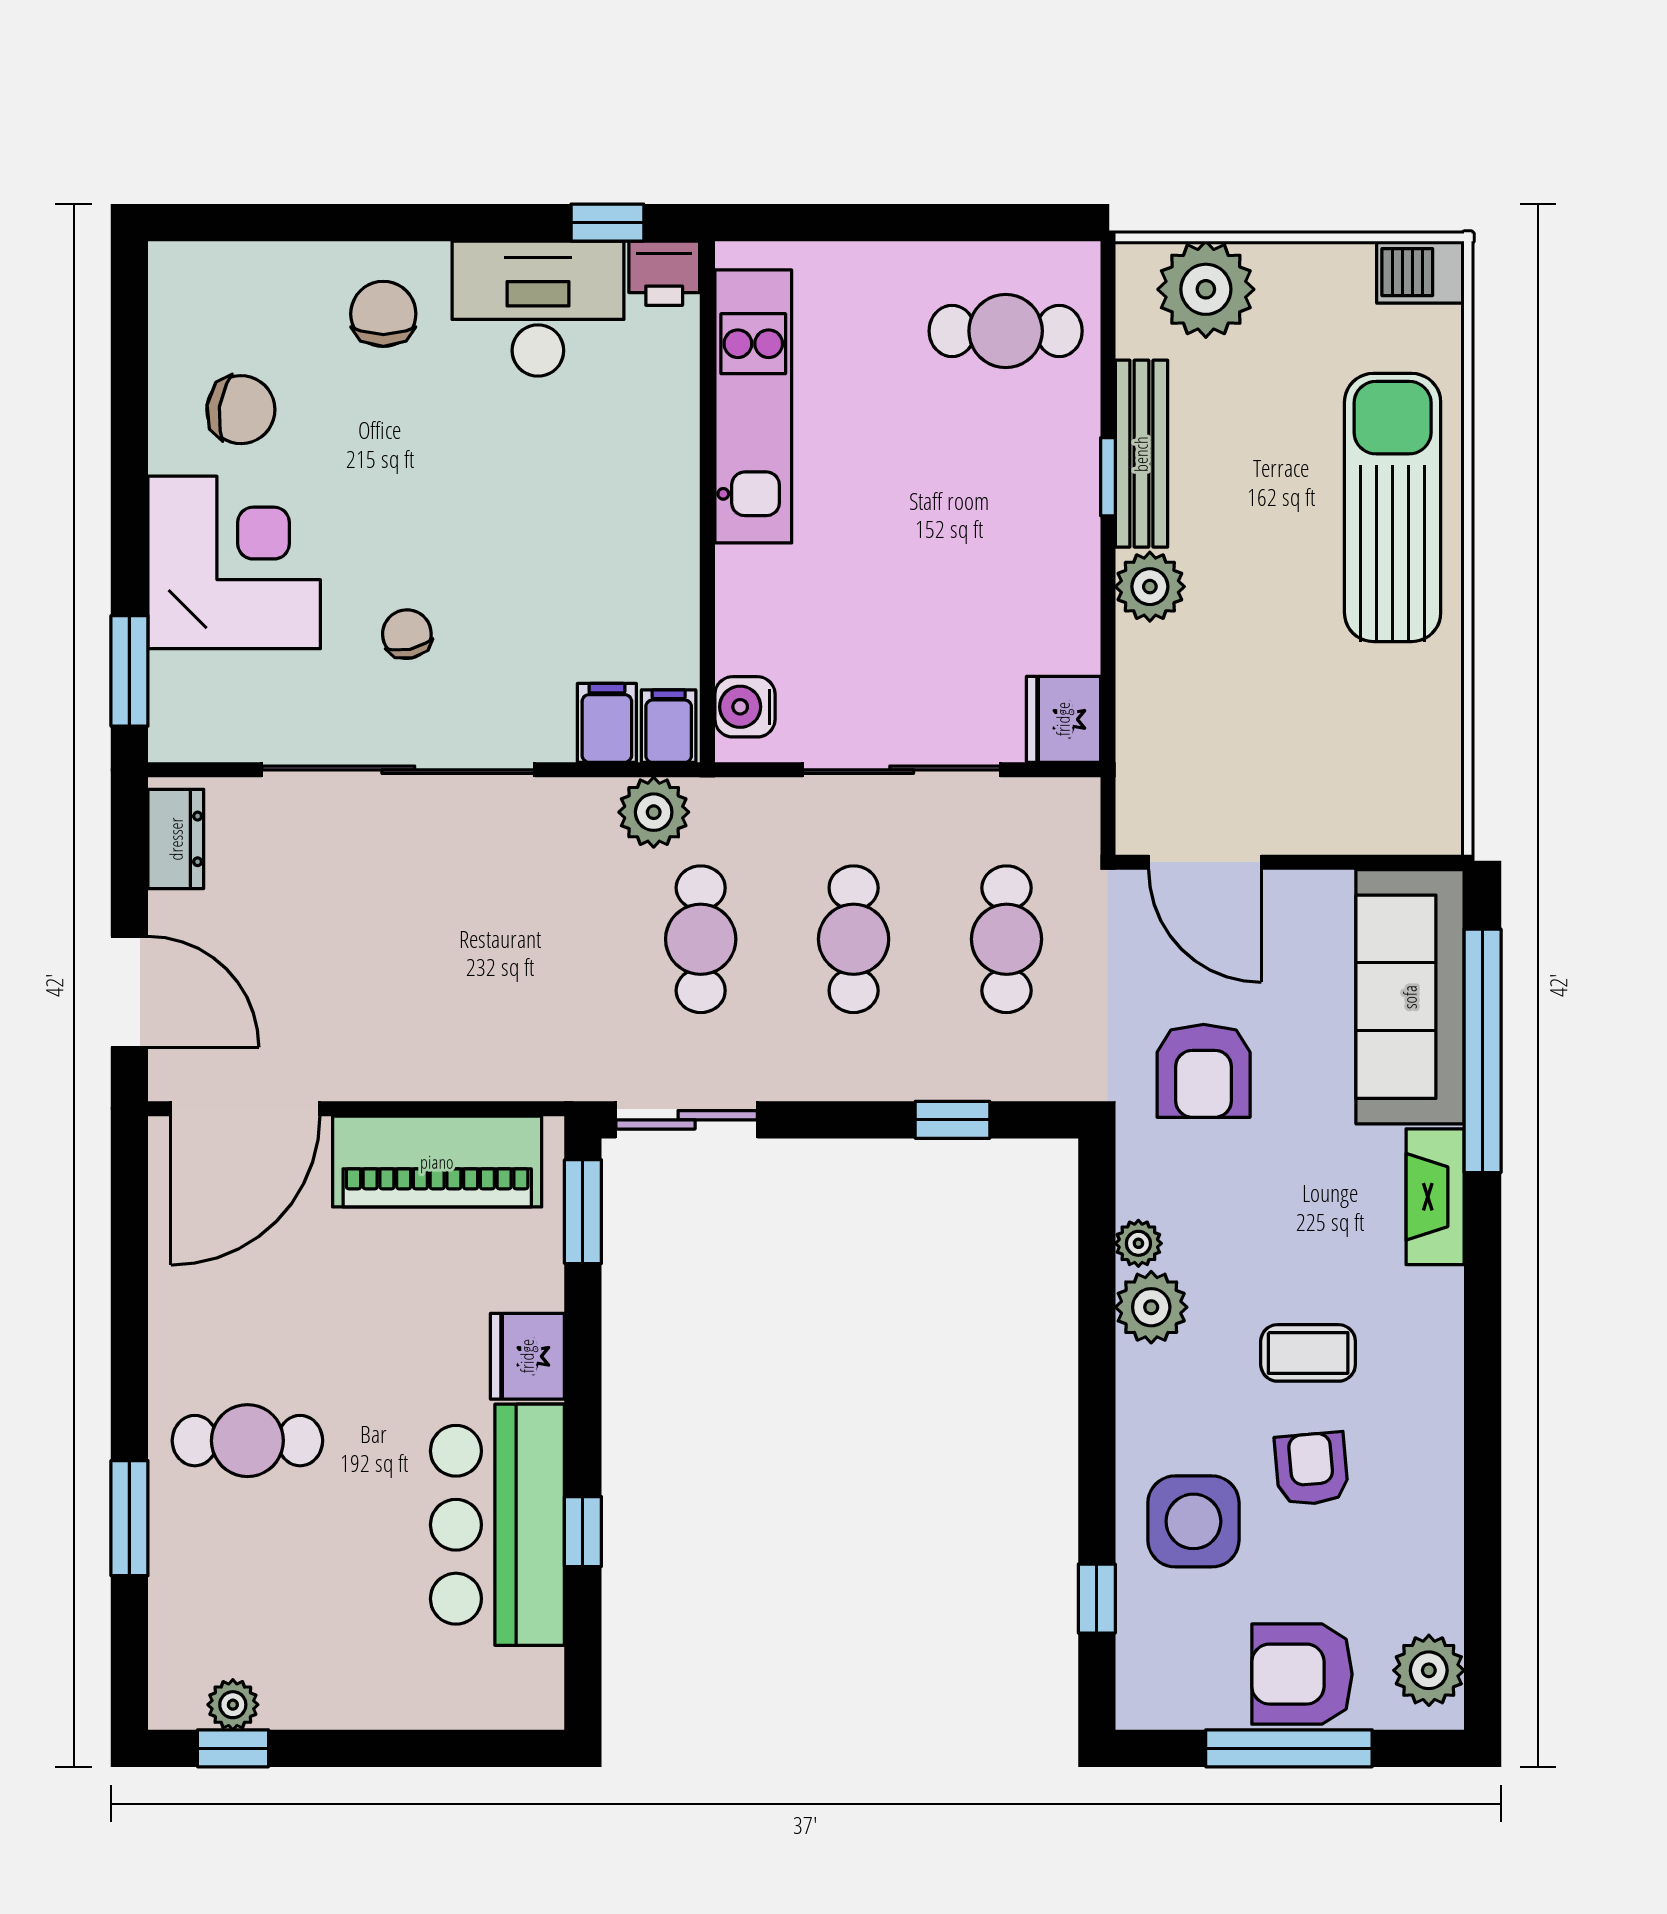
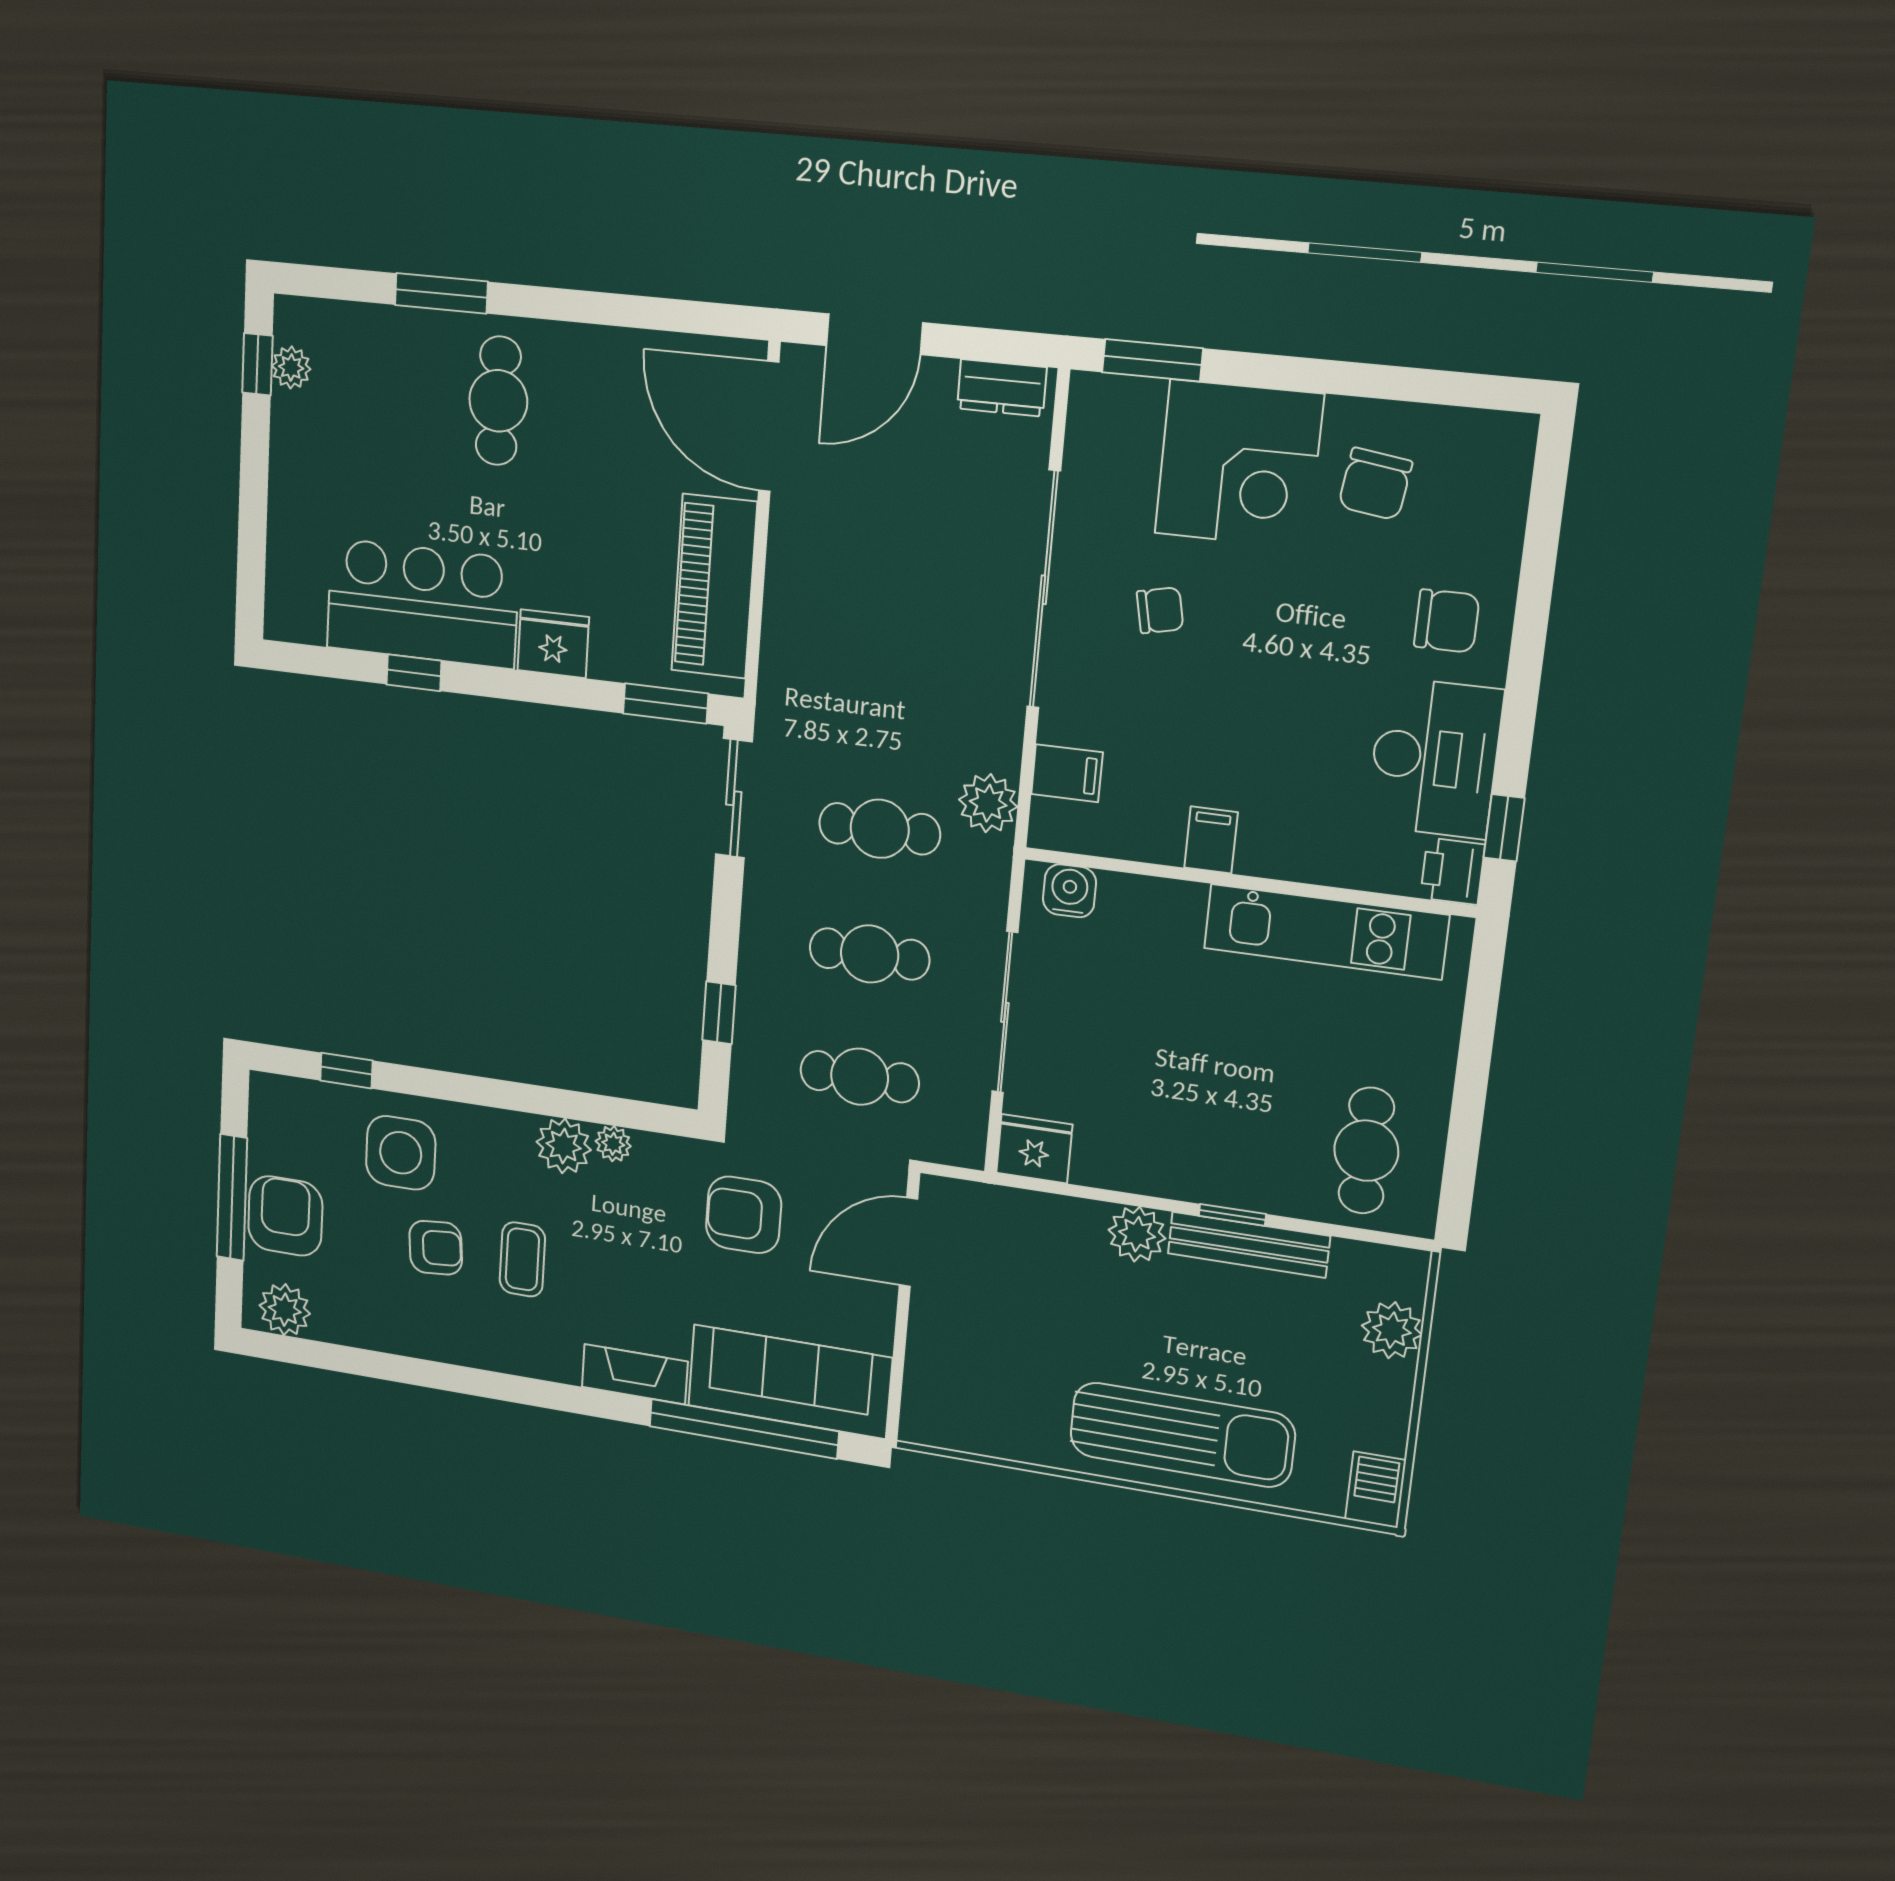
plant: (1206, 289) -> (1392, 1330), width x0.73, depth x0.73
filing cabinet: (669, 726) -> (1211, 840), moved, turned -90

